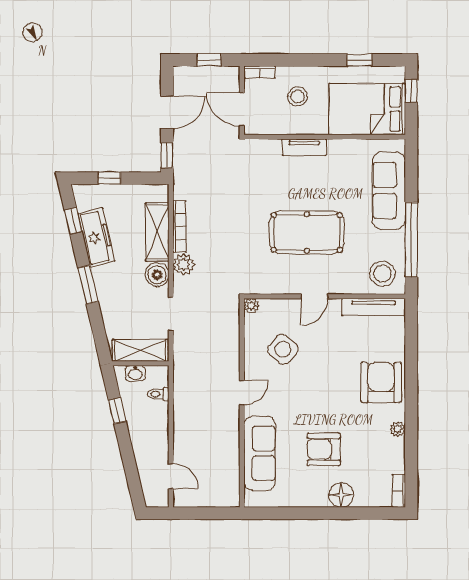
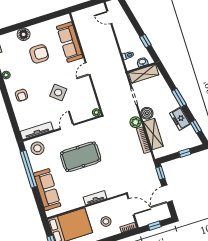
freezer: (96, 237) -> (180, 119), width x0.71
side table: (283, 349) -> (58, 92), moved
armchair: (381, 382) -> (21, 95), width x0.53, depth x0.53

